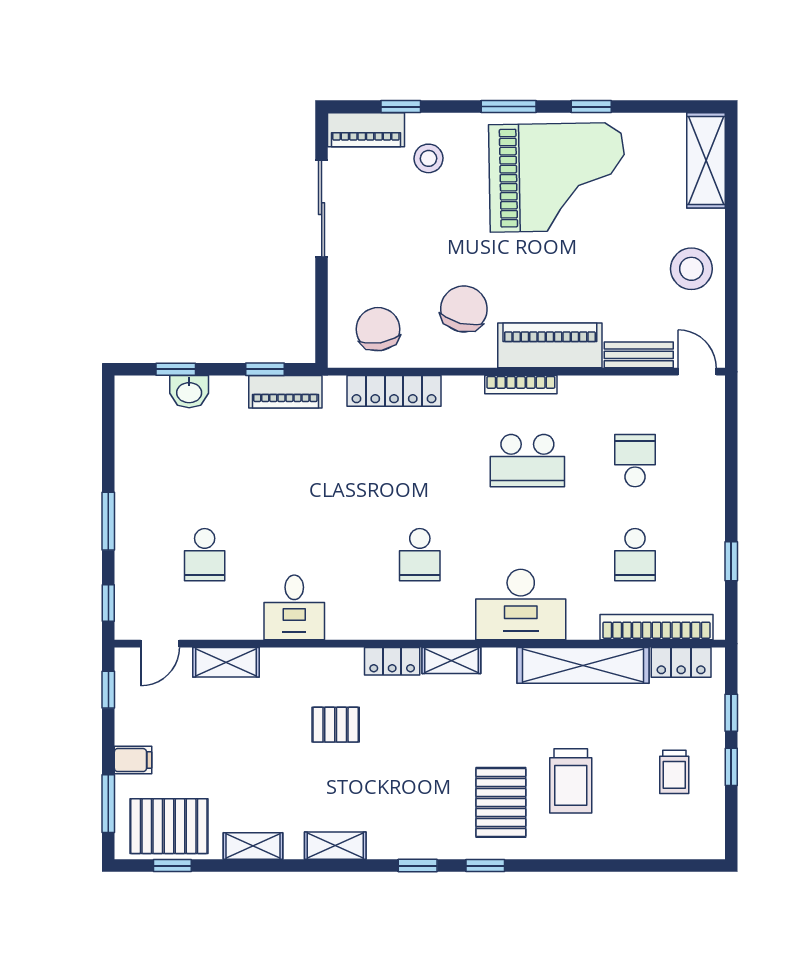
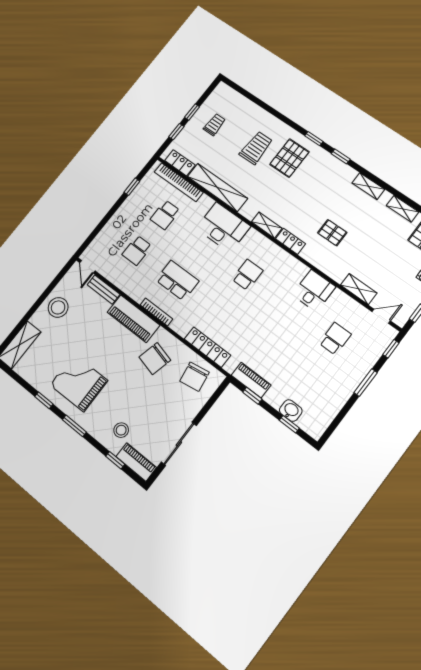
grand piano: (557, 177) -> (79, 383), width x0.73, depth x0.68
school desk: (635, 555) -> (165, 215), turned 180

